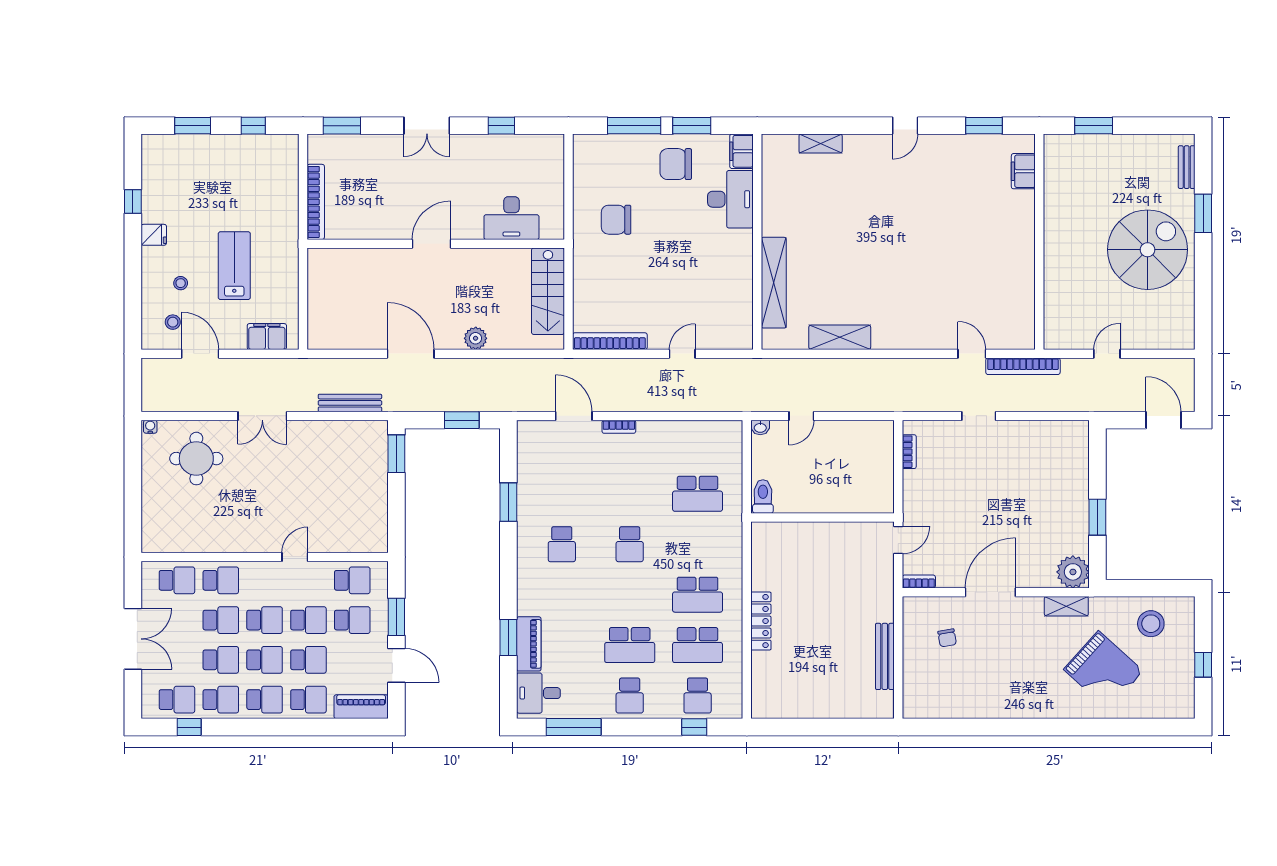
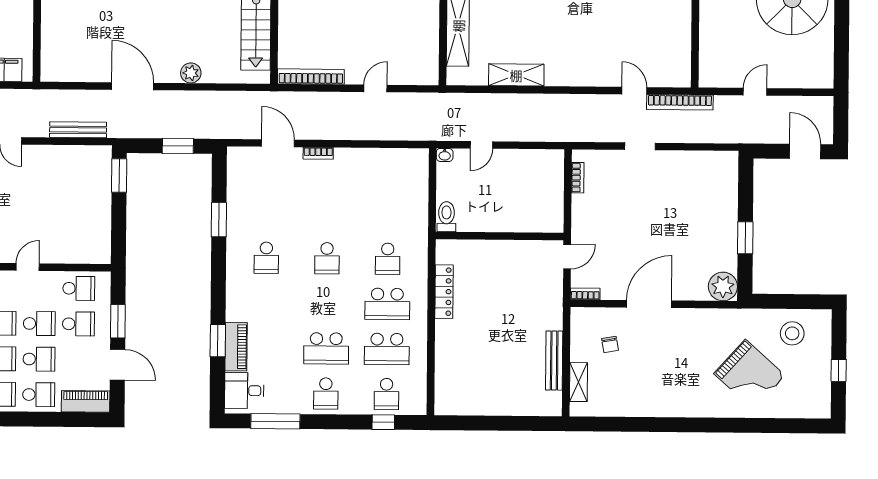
school desk: (698, 494) -> (388, 259), moved, width x0.54
shelving: (1066, 606) -> (579, 382), moved, turned 90
locker: (761, 621) -> (444, 292), moved

